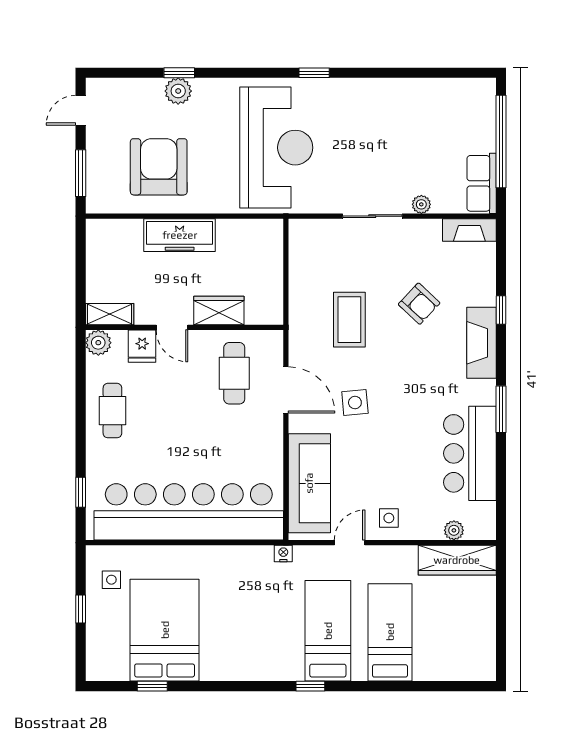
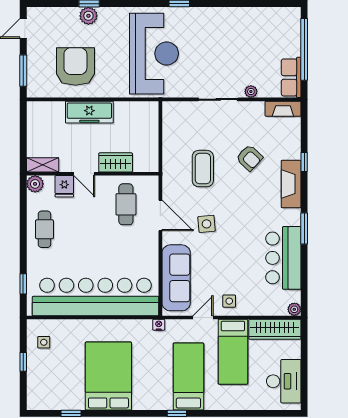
plant: (454, 530) -> (294, 309), moved
bed: (165, 630) -> (108, 376), moved
bed: (390, 632) -> (233, 352), moved, turned 180
desk: (470, 638) -> (284, 381), added

